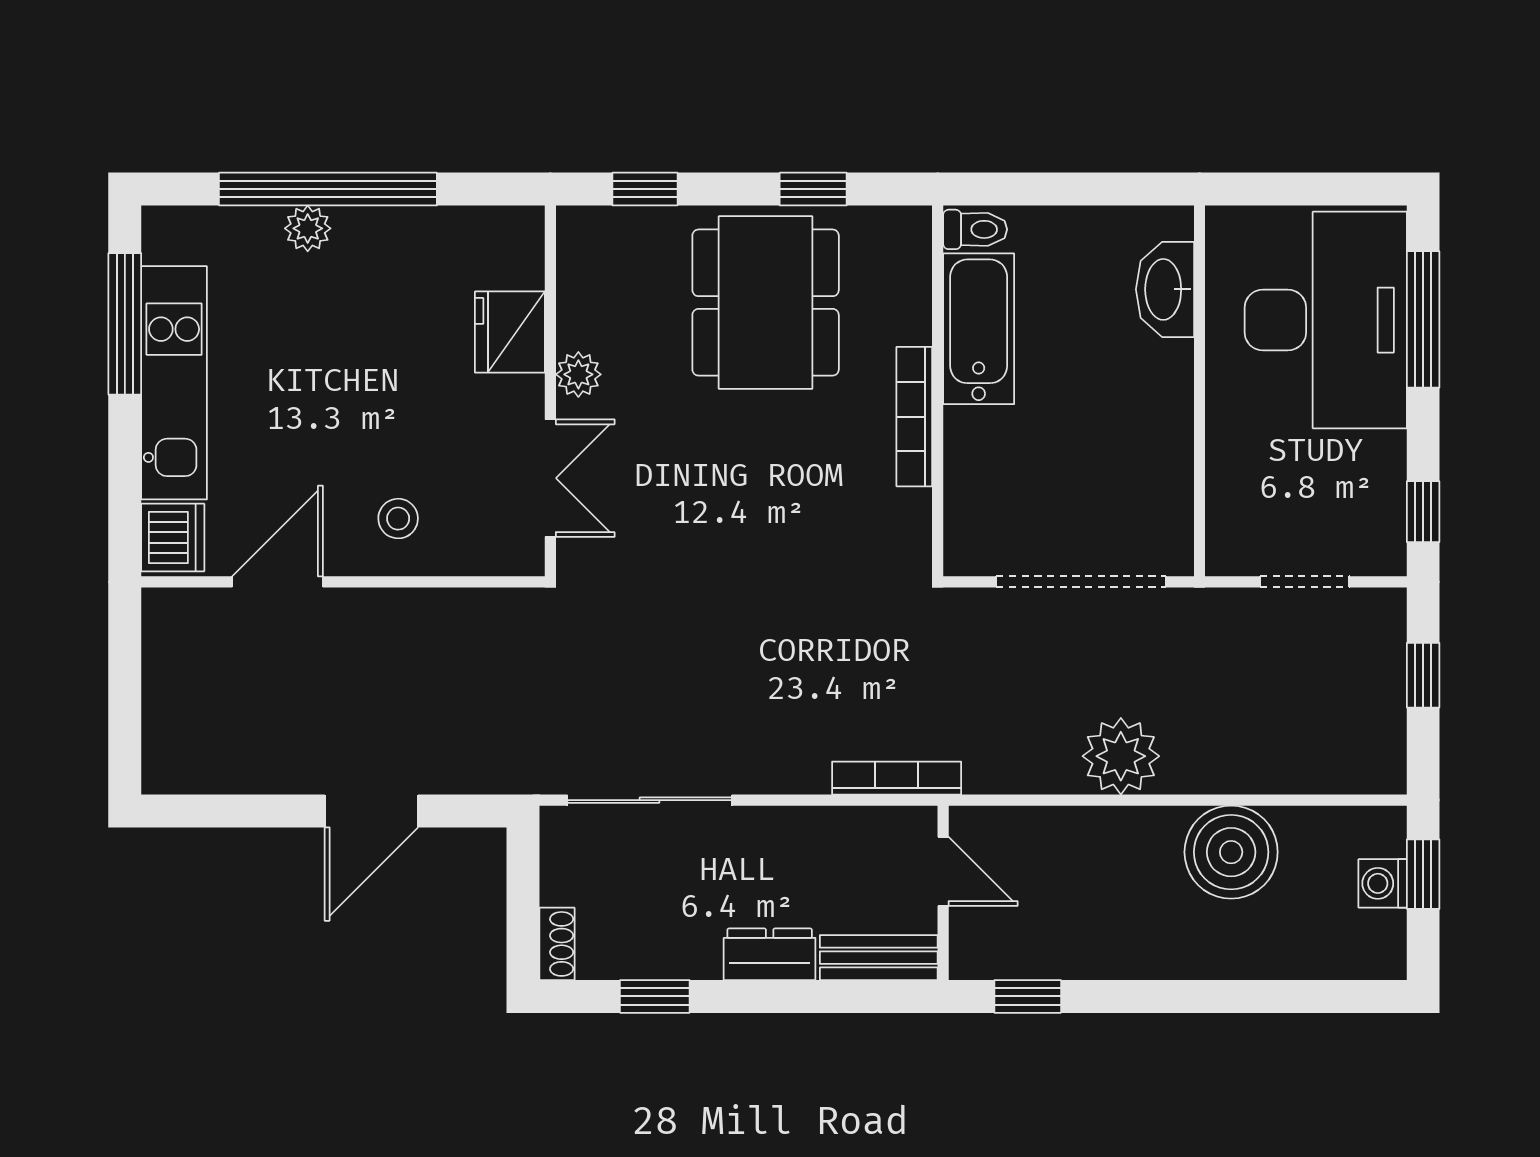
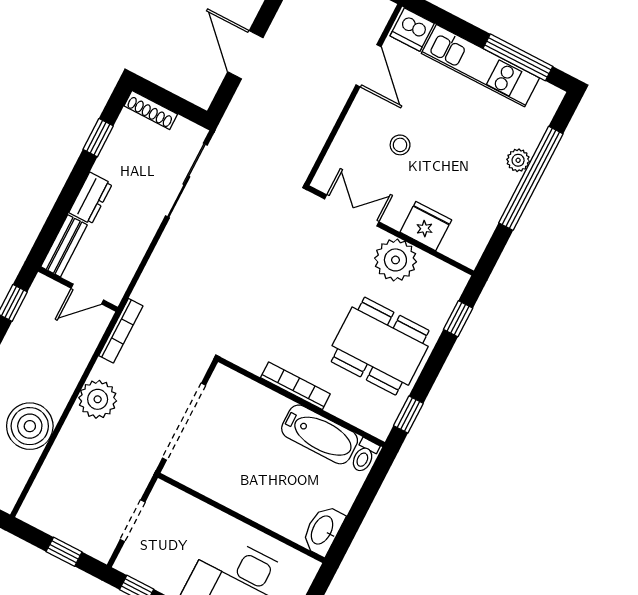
window: (813, 189) -> (408, 415), moved
washbasin: (1165, 289) -> (323, 530), moved, turned -90
plant: (578, 374) -> (395, 260), width x1.87, depth x1.87
double door: (550, 478) -> (352, 210), swing flipped
stool: (398, 519) -> (400, 145), moved
bookcase: (897, 778) -> (121, 331), moved
shoe rack: (557, 944) -> (151, 110), width x1.43

